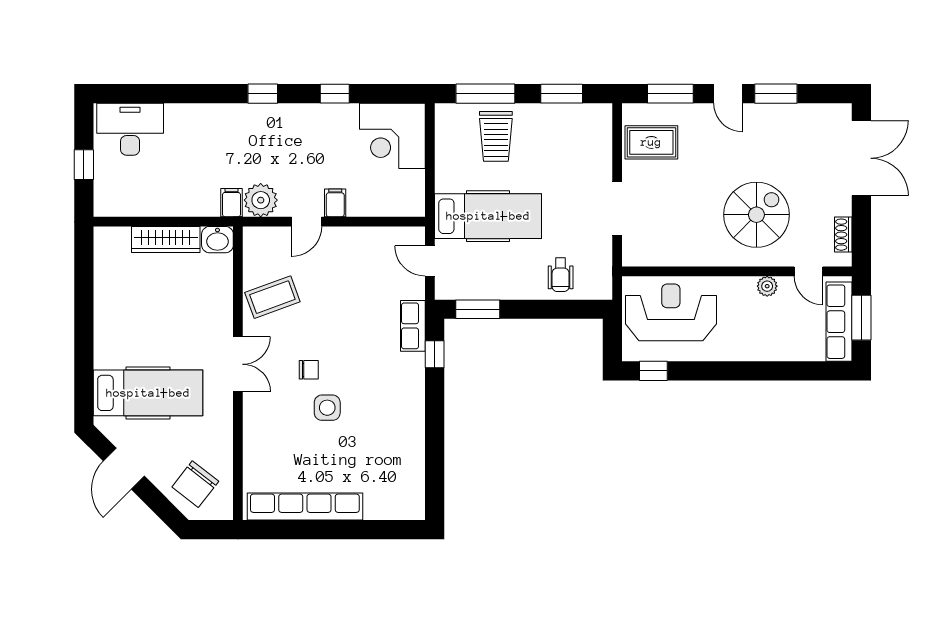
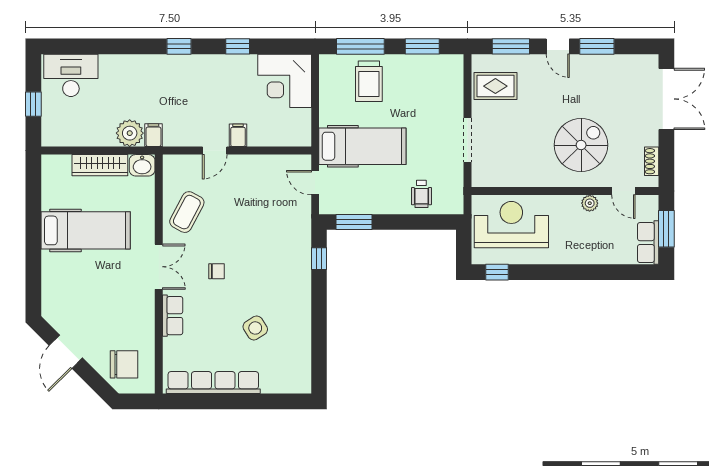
plant: (261, 200) -> (130, 133), moved
coffee table: (272, 297) -> (187, 212), turned -42
row of seats: (839, 322) -> (648, 243), width x0.68
row of seats: (413, 326) -> (173, 316), moved, turned 180
hospital bed: (148, 393) -> (86, 230), moved
side table: (327, 408) -> (255, 328), moved, turned -32
chair: (195, 484) -> (124, 364), turned -128

